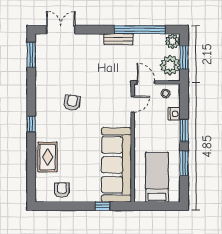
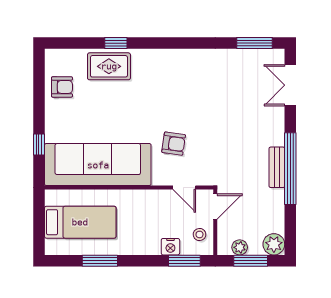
double door: (61, 30) -> (290, 85), swing flipped
window: (140, 30) -> (290, 169), moved
plant: (170, 65) -> (240, 247), width x0.53, depth x0.53
armchair: (72, 103) -> (174, 144), moved
window: (31, 124) -> (116, 43), moved
window: (184, 130) -> (184, 261), moved

